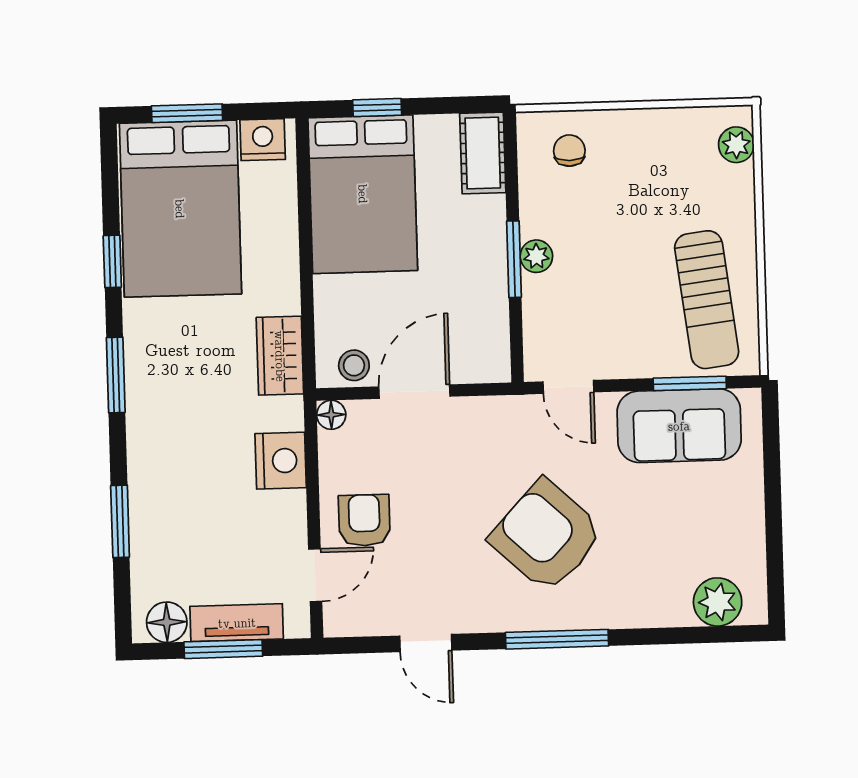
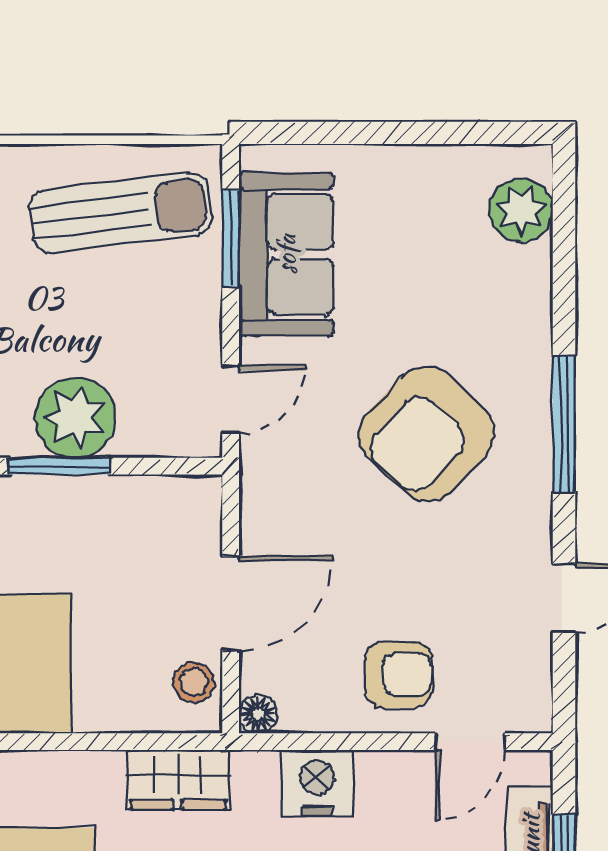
plant: (536, 256) -> (75, 418), width x1.87, depth x1.87
door: (414, 392) -> (231, 603), swing flipped
armchair: (364, 520) -> (399, 675), turned 180
door: (315, 575) -> (470, 742), swing flipped

